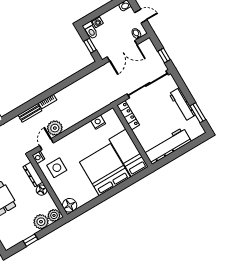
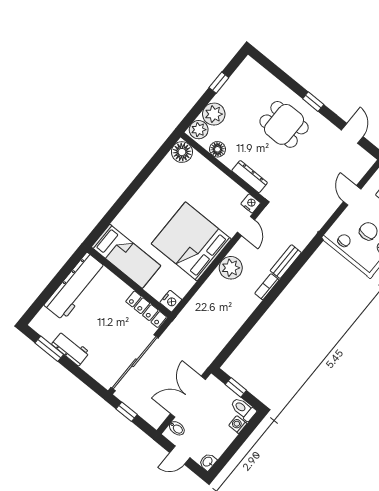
workbench: (182, 104) -> (71, 348), width x0.73
nightstand: (98, 122) -> (171, 301), moved
plant: (55, 128) -> (231, 268), moved
side table: (57, 168) -> (219, 198), removed
bed: (105, 170) -> (191, 241), moved, turned 180
floor lamp: (42, 190) -> (217, 149), moved

